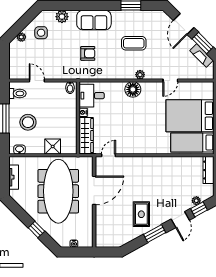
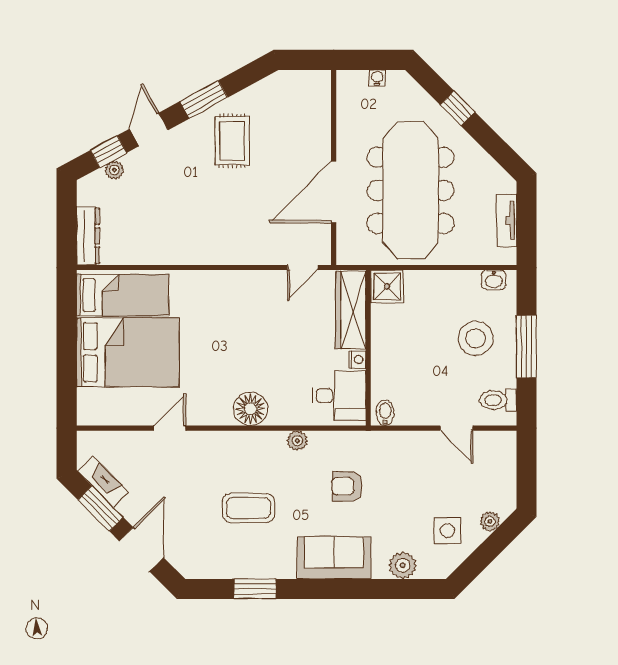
plant: (140, 75) -> (297, 441), moved
shower: (53, 146) -> (387, 286), moved

